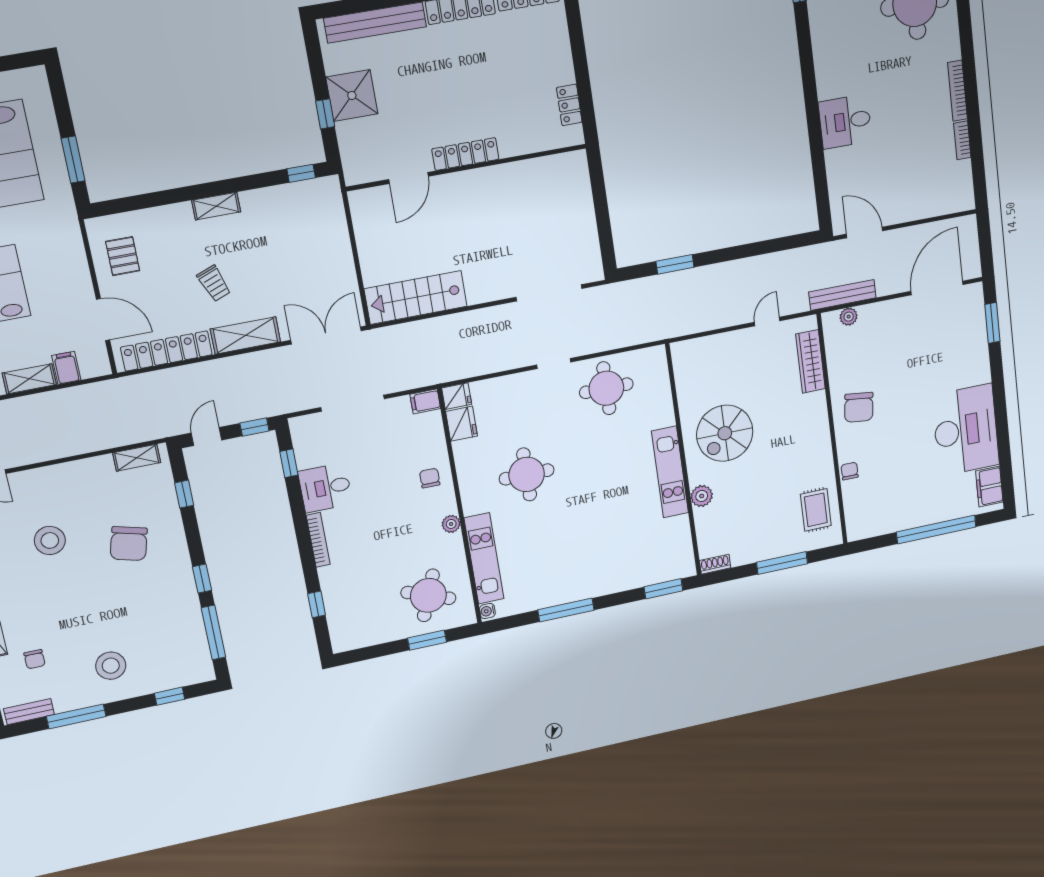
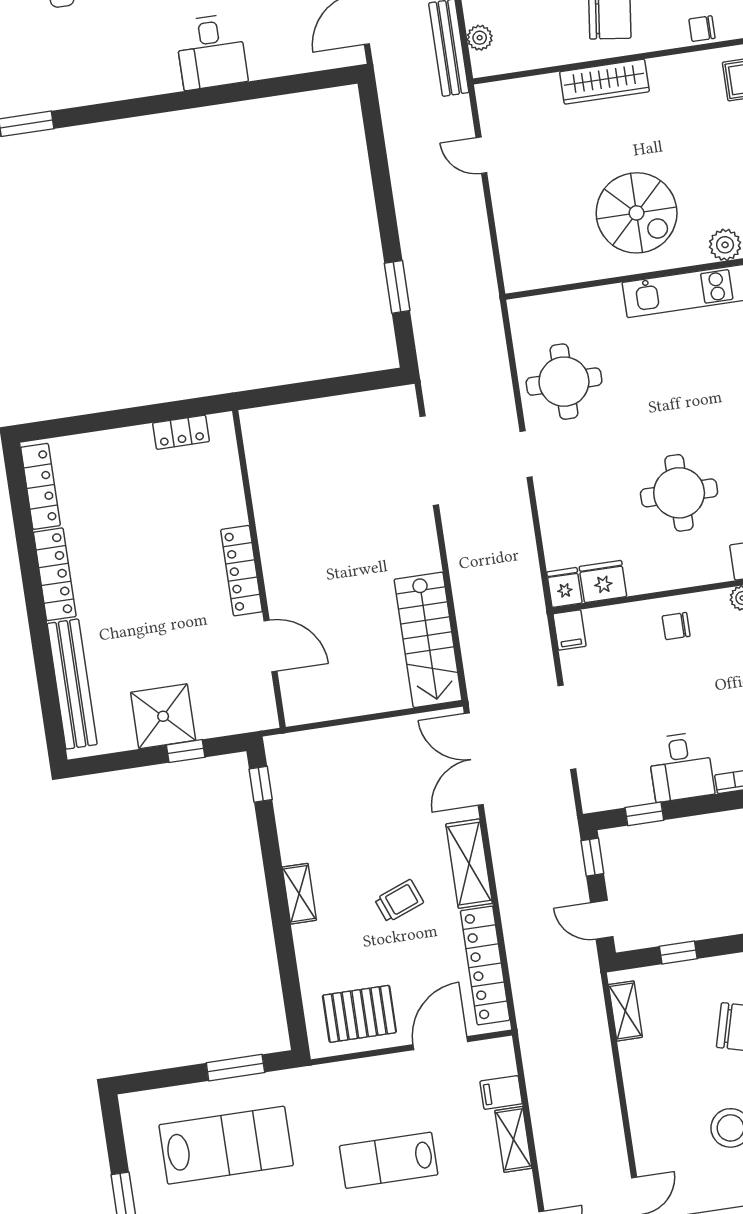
pallet: (123, 256) -> (359, 1014), width x1.50, depth x1.42
wardrobe: (810, 361) -> (604, 82), moved

